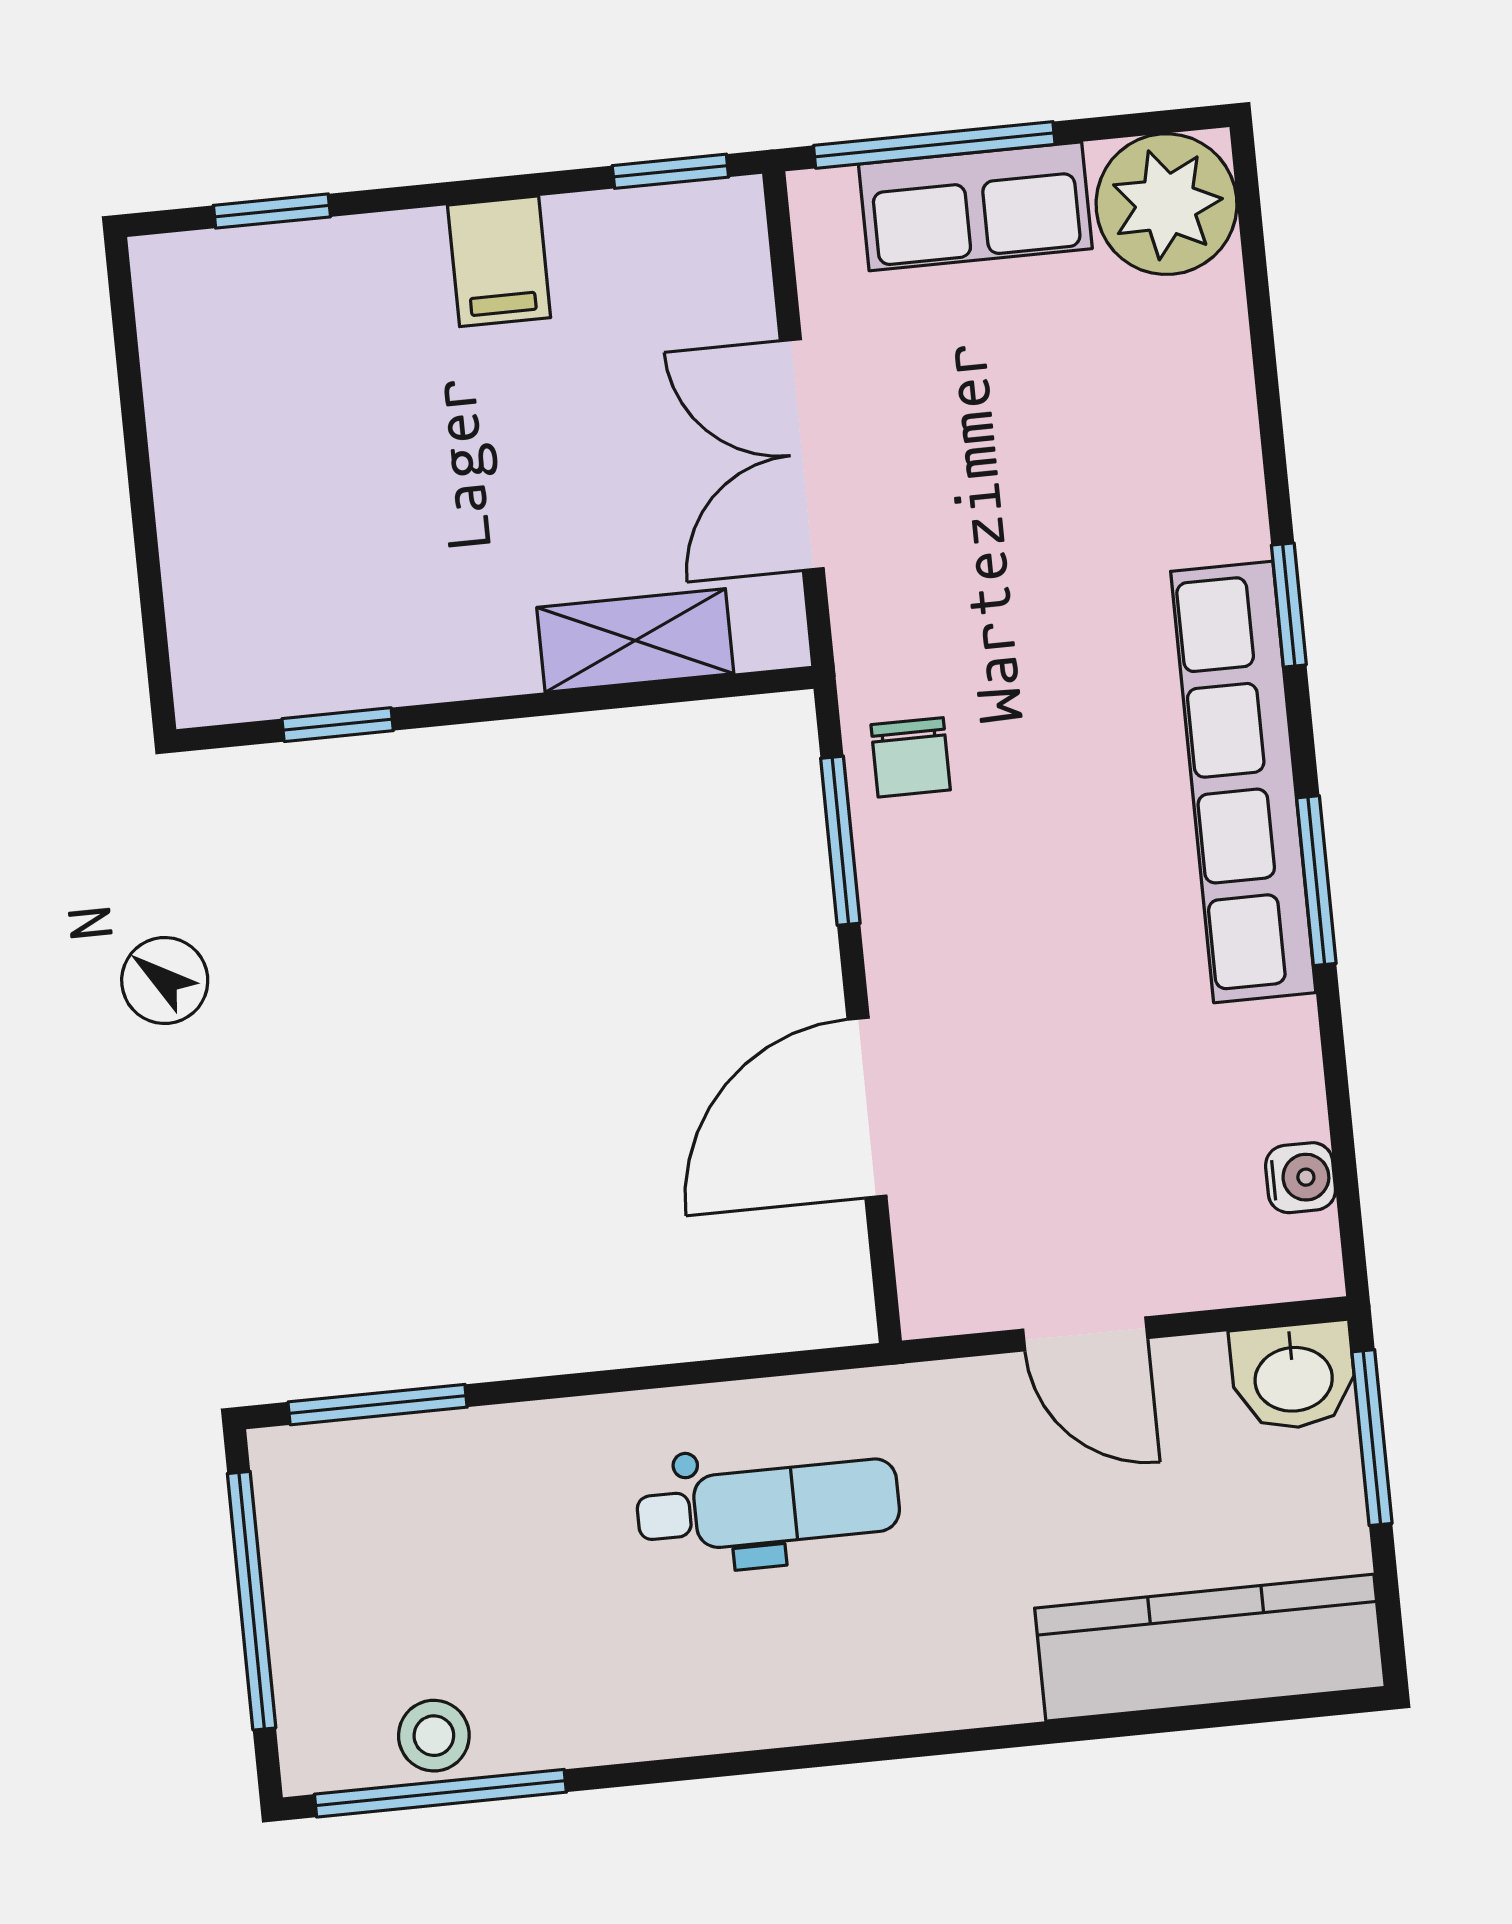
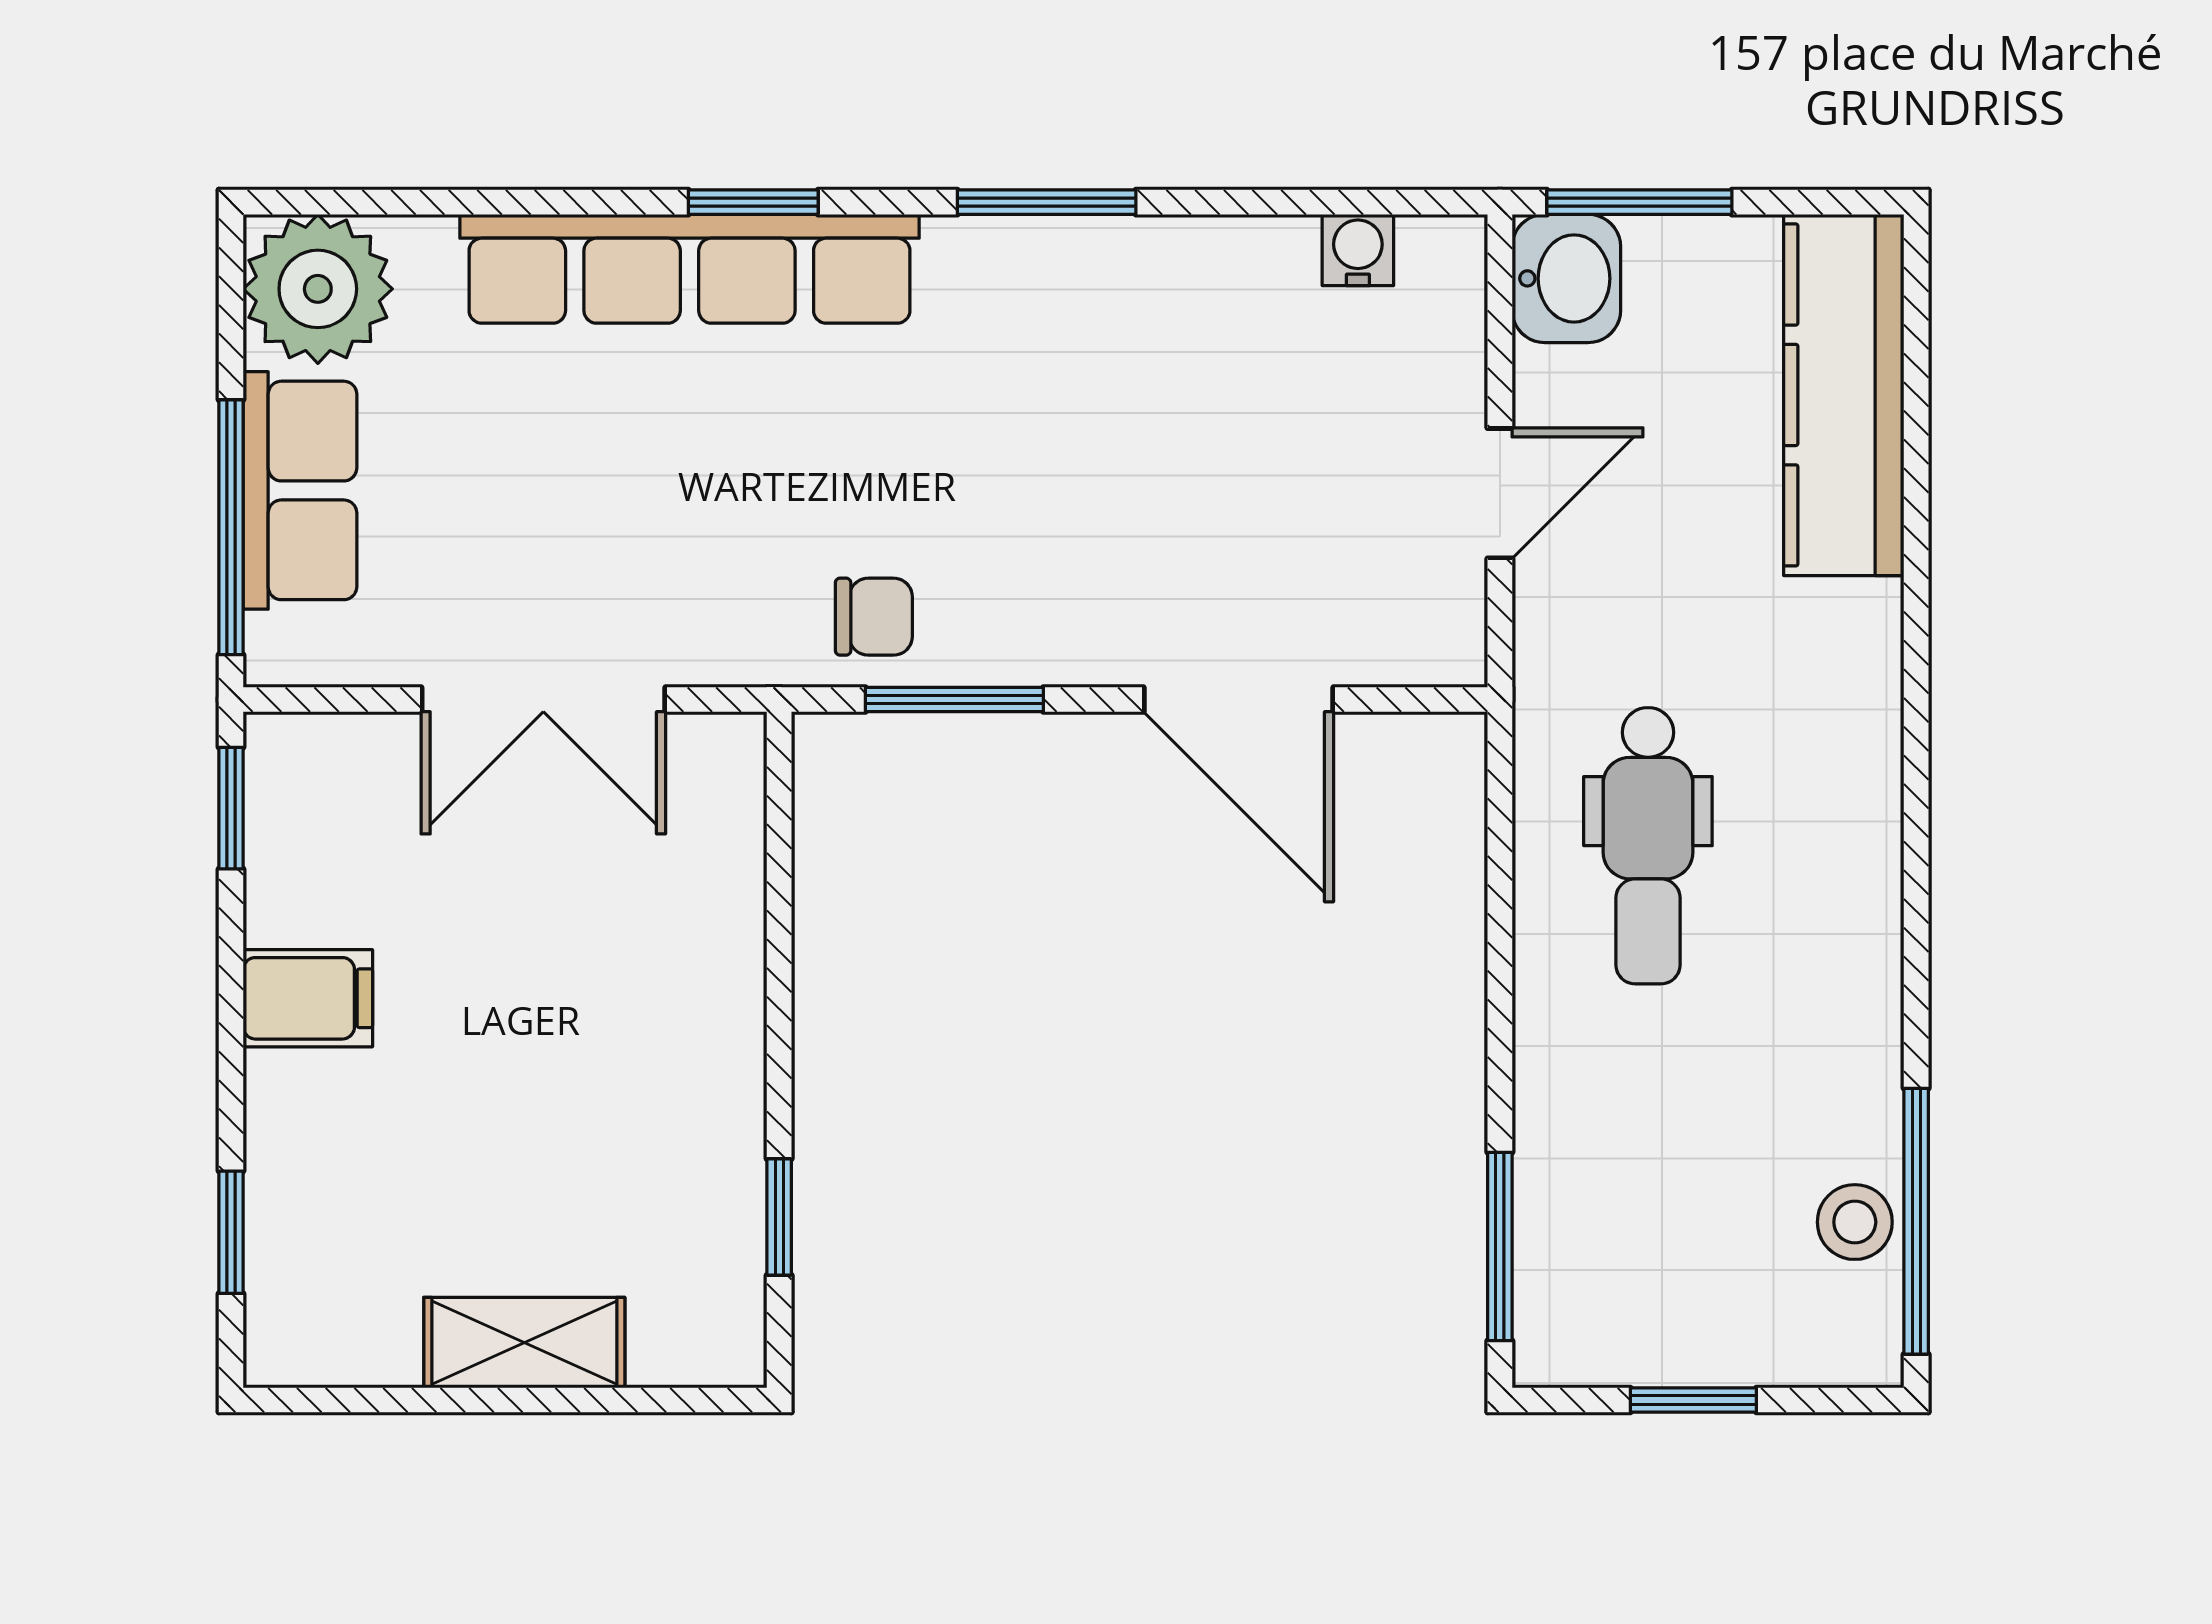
shelving: (635, 640) -> (524, 1343), moved, turned 90
row of seats: (1243, 782) -> (690, 269), moved
dental chair: (768, 1506) -> (1648, 846), turned 180
window: (252, 1601) -> (1693, 1400), width x0.46

